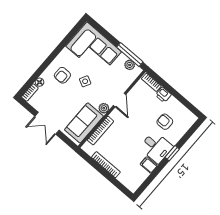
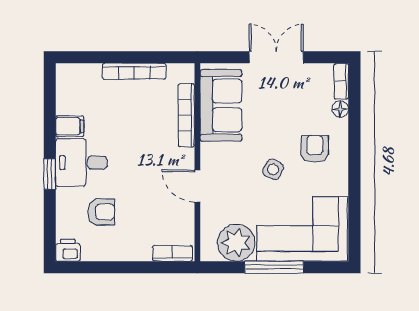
window: (130, 55) -> (274, 267), moved
plant: (130, 65) -> (236, 243), width x1.87, depth x1.87
printer: (163, 95) -> (68, 250), moved
plant: (104, 108) -> (210, 153), removed

